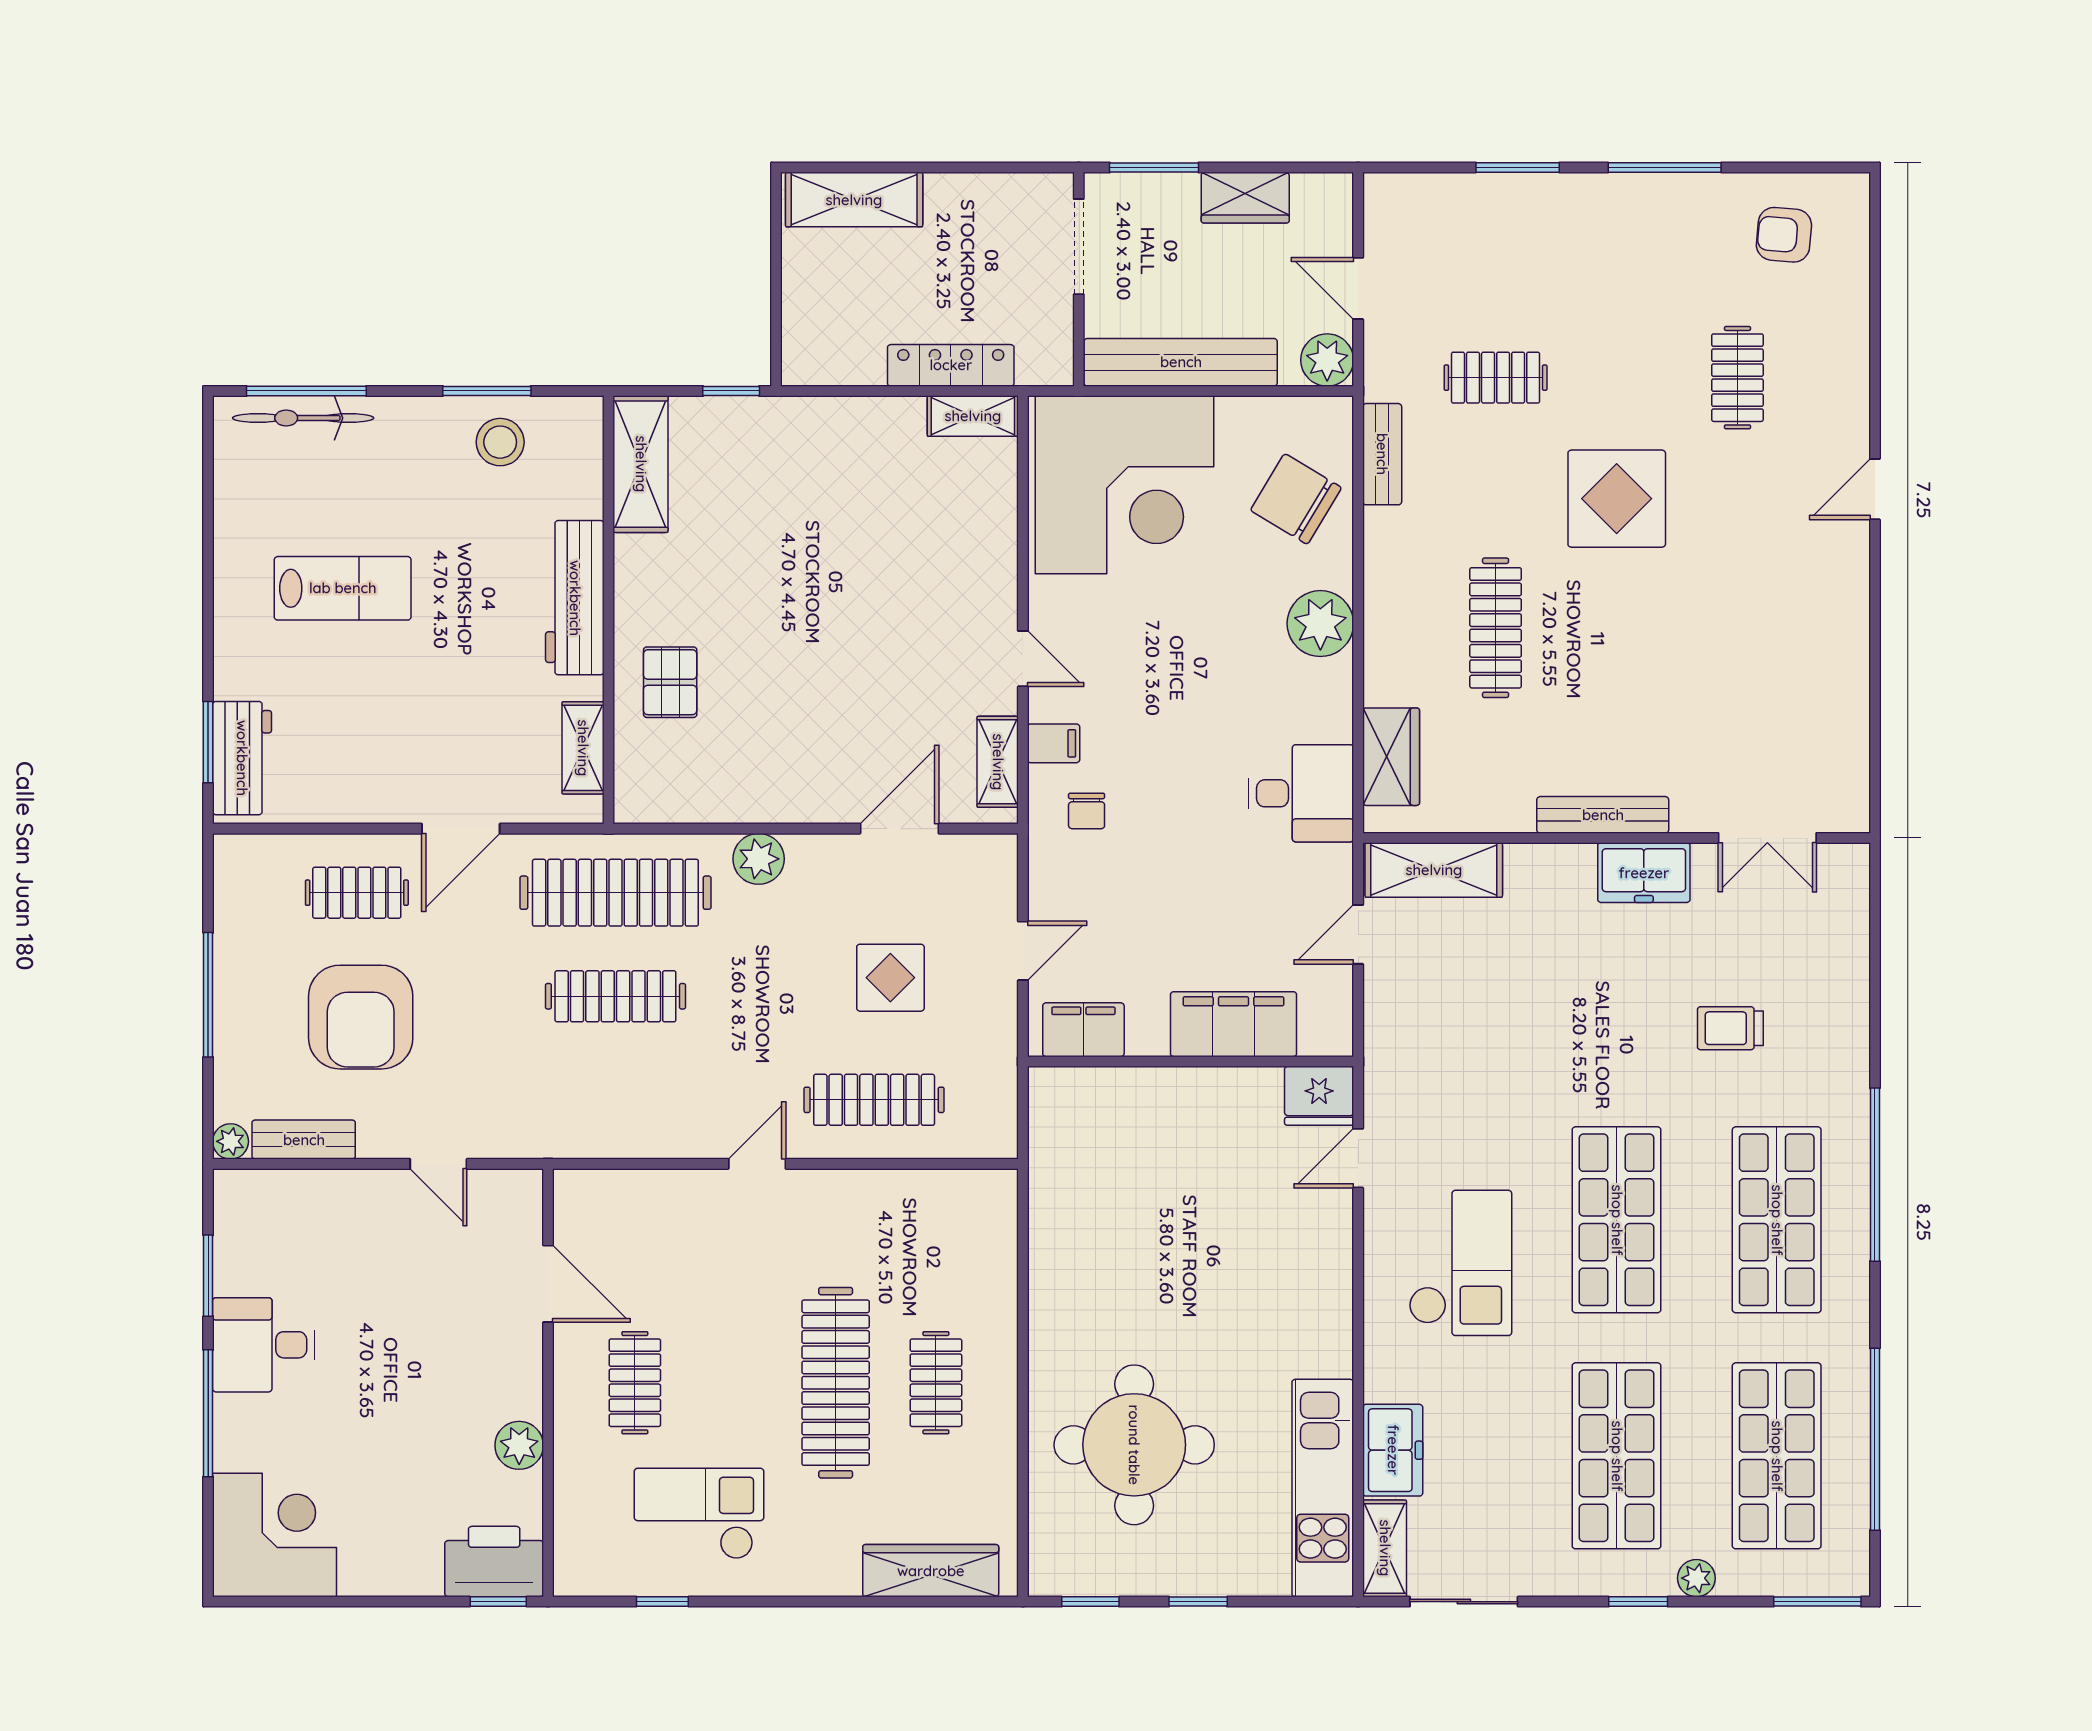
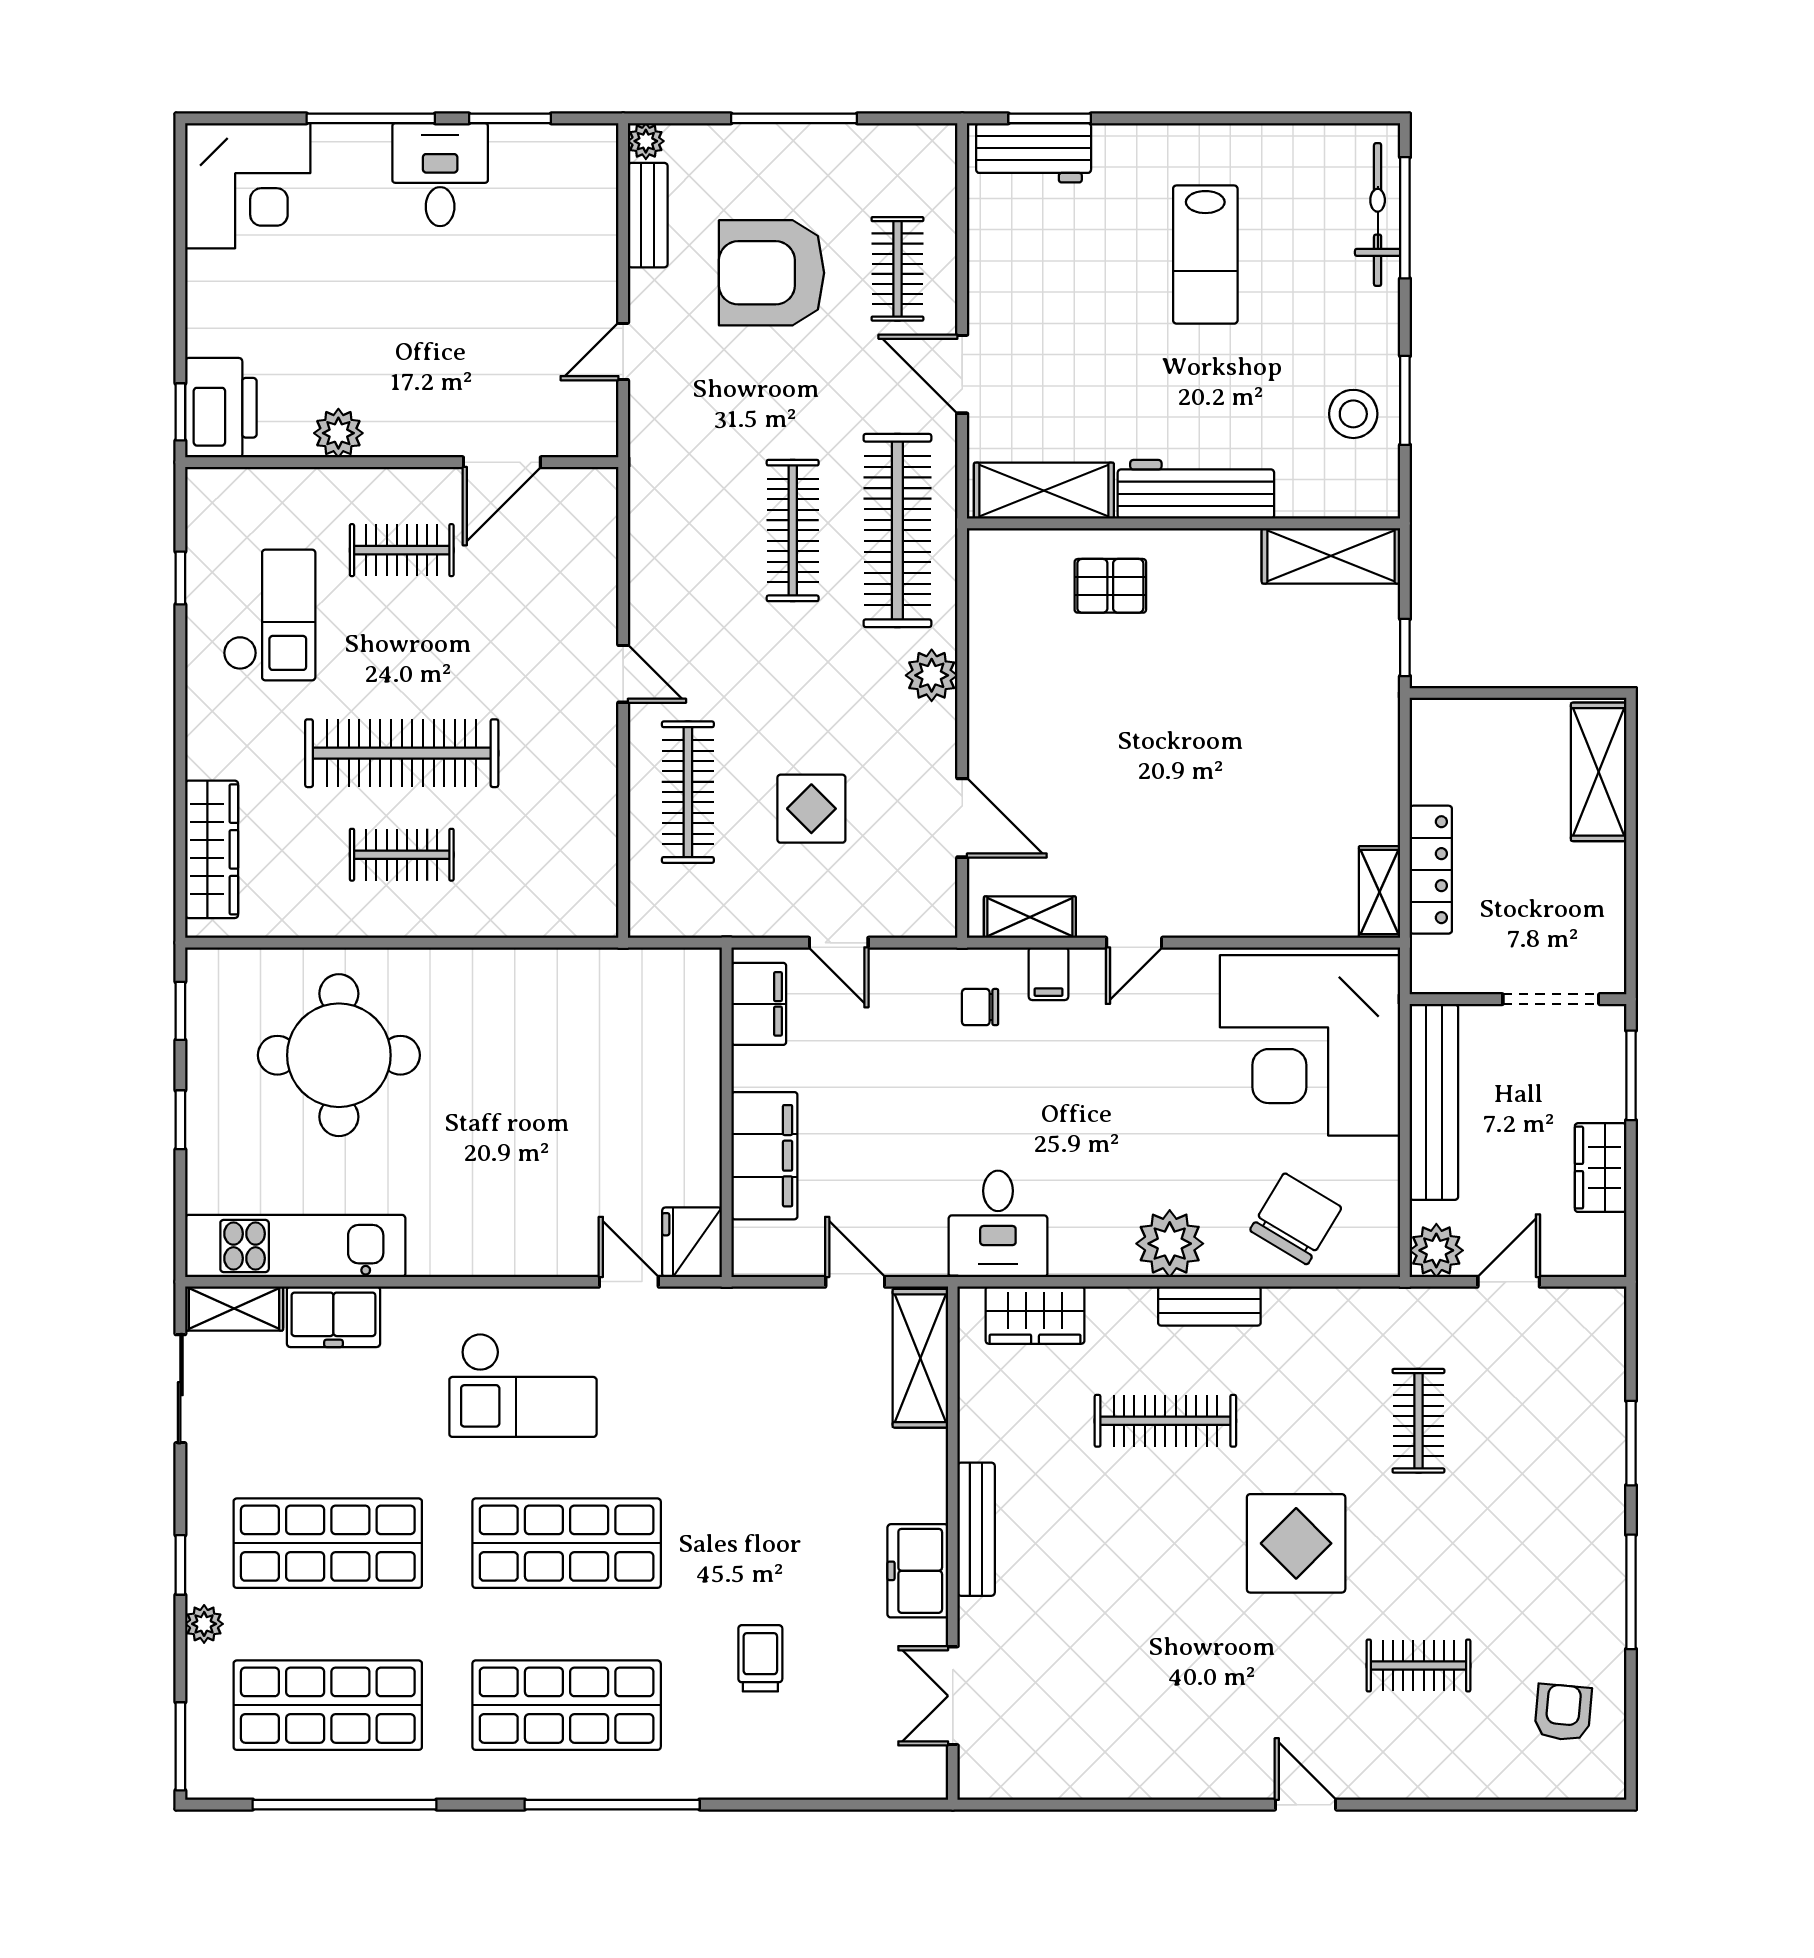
bench: (1382, 454) -> (1209, 1306), moved
shelving: (583, 748) -> (1044, 491), width x1.50, depth x1.33

